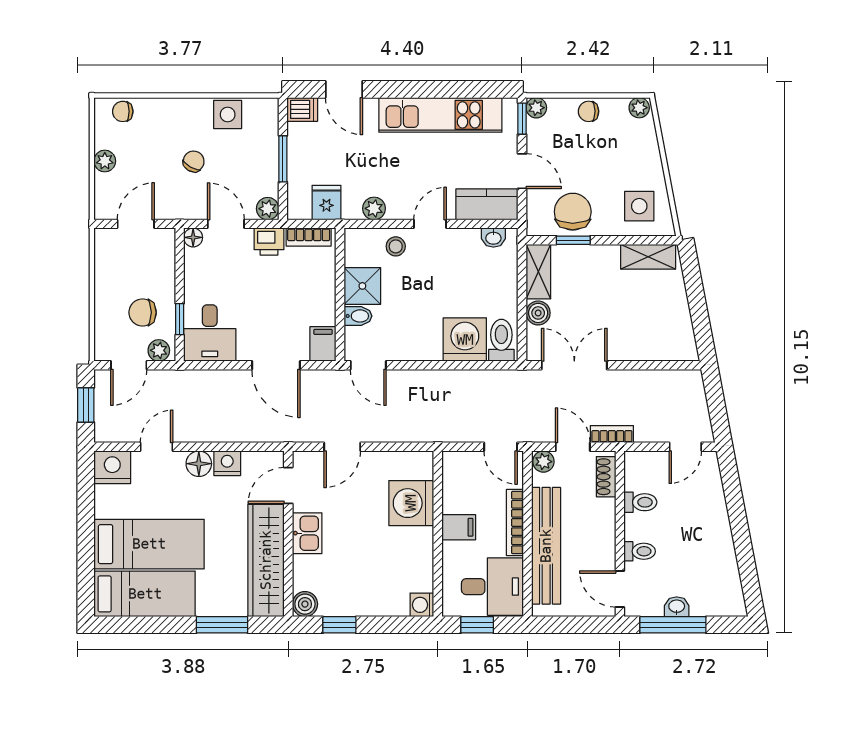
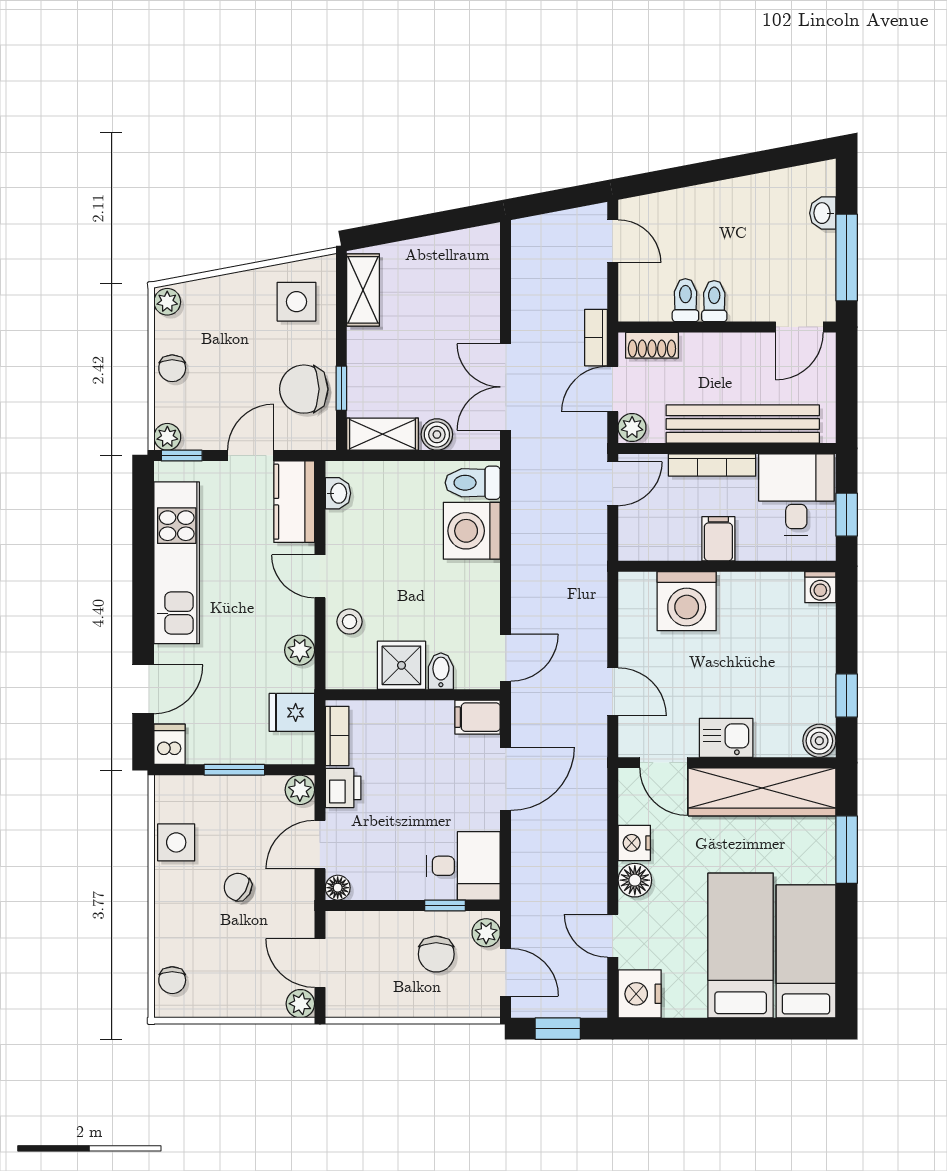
plant: (105, 161) -> (300, 1004), moved
toilet: (640, 551) -> (714, 301), moved
washbasin: (677, 607) -> (823, 213), moved

